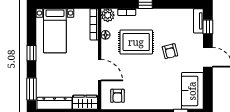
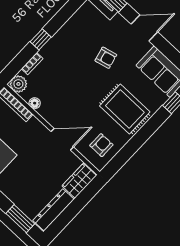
rug: (136, 42) -> (125, 109), moved, turned 90
armchair: (117, 96) -> (101, 145), turned -90

